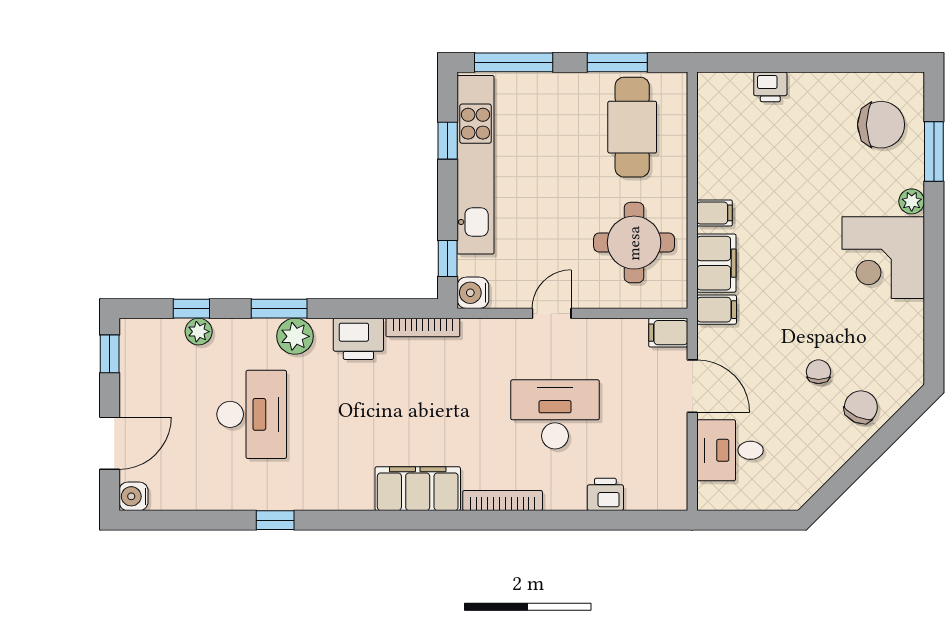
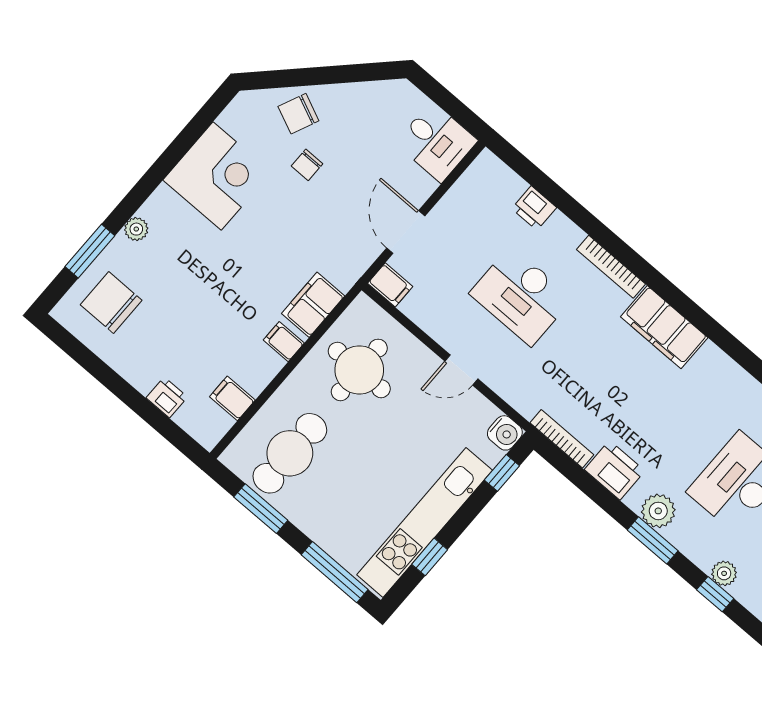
corner desk: (883, 258) -> (217, 176), moved
filing cabinet: (717, 310) -> (232, 398), moved
desk: (730, 450) -> (436, 142), moved

